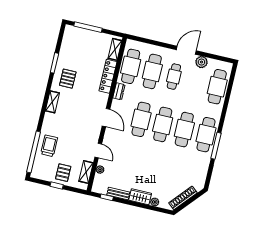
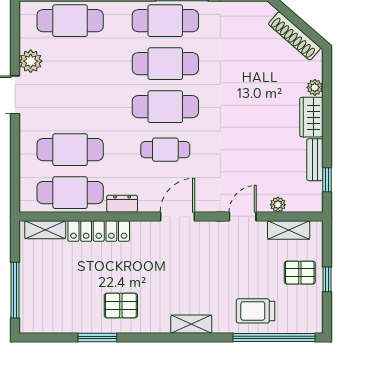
cafe table: (174, 77) -> (70, 107), removed
shelving: (52, 102) -> (191, 324), moved
cafe table: (141, 119) -> (165, 150), width x0.73, depth x0.74

